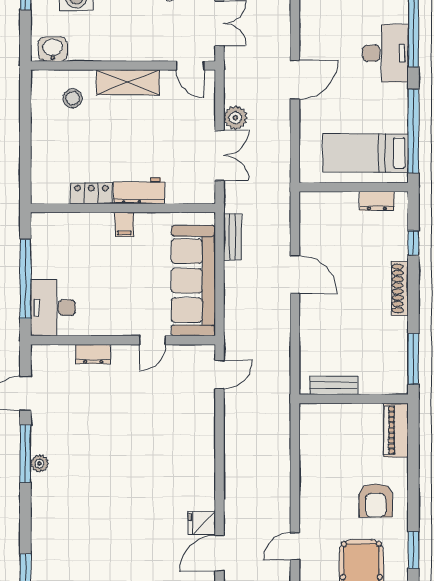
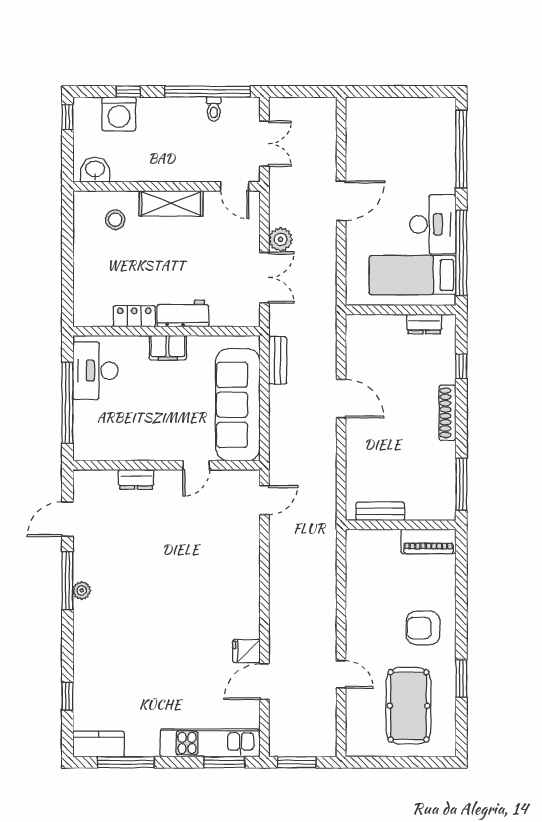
desk: (385, 53) -> (433, 224), moved
filing cabinet: (124, 224) -> (168, 348), width x2.00
desk: (53, 308) -> (95, 371), moved
piano: (396, 430) -> (428, 541), moved, turned -90
armchair: (376, 500) -> (423, 628), turned 90
door: (295, 546) -> (341, 674), swing flipped

